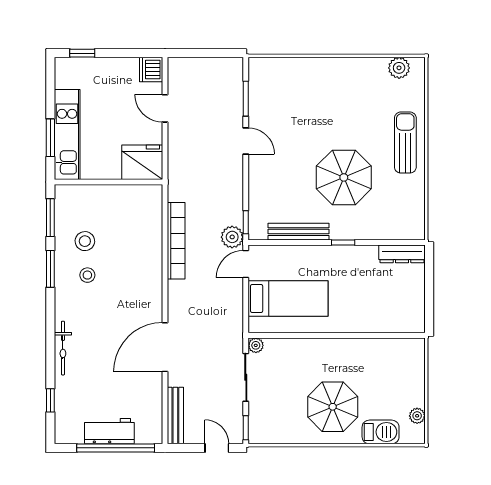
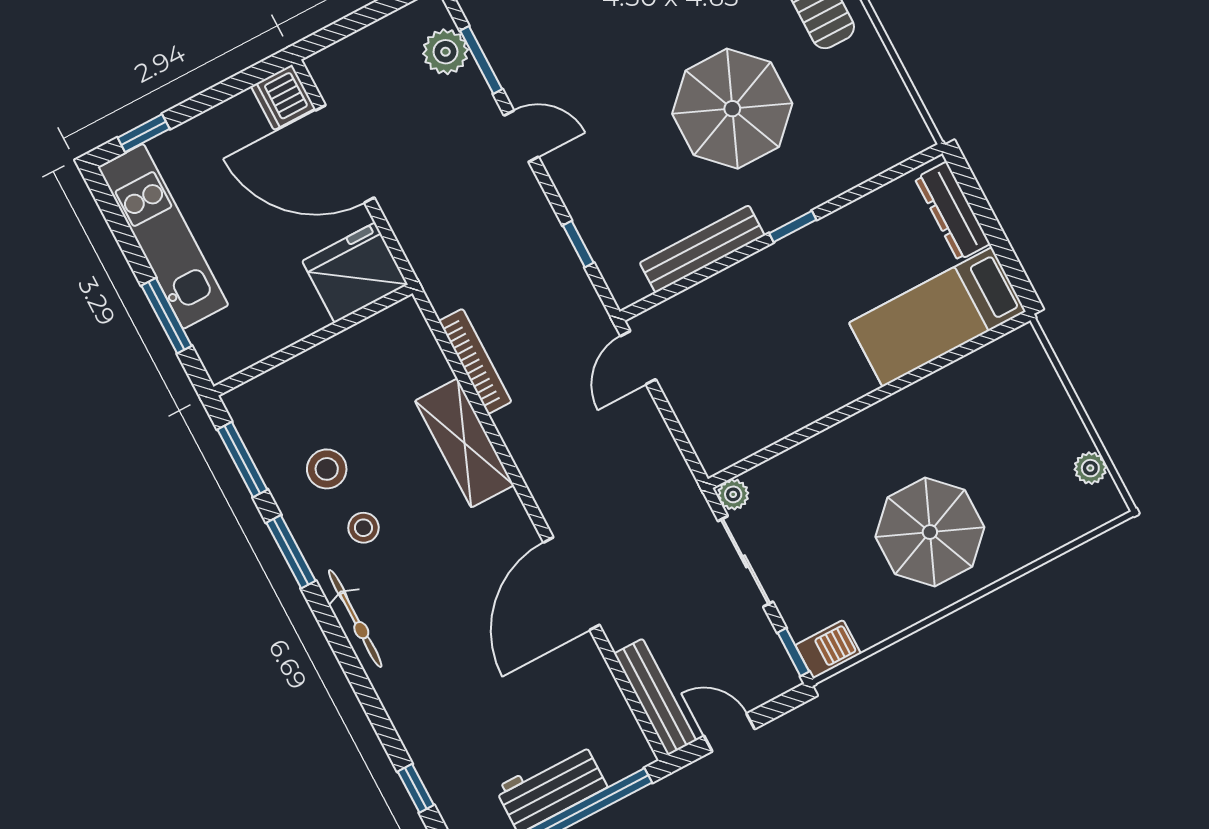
door: (165, 108) -> (345, 154), width x1.87
kitchen unit: (67, 134) -> (163, 236), moved
window: (246, 222) -> (578, 244), moved
plant: (232, 237) -> (446, 52), moved
bookcase: (176, 241) -> (475, 361), width x0.68, depth x0.76
dresser: (402, 254) -> (952, 211), moved, turned 90
shelving: (151, 261) -> (464, 443), added
bed: (288, 298) -> (937, 317), moved, turned 180
bicycle: (63, 348) -> (355, 619), moved
barbecue: (381, 432) -> (828, 649), moved, width x0.73, depth x0.79
door: (217, 448) -> (729, 732), moved

